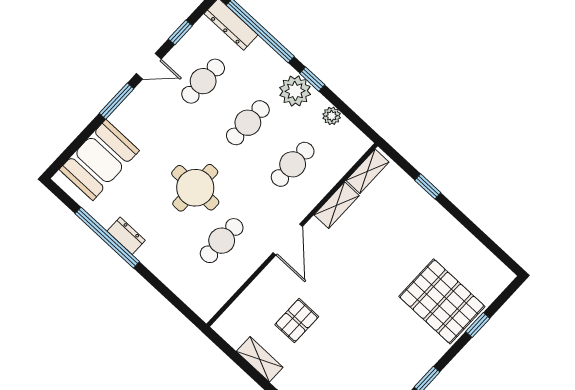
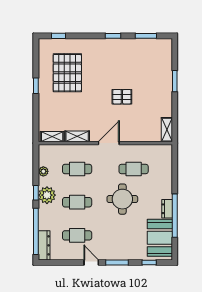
window: (180, 32) -> (149, 262), moved
booth: (99, 160) -> (160, 238), moved, turned 90
window: (428, 186) -> (36, 86), moved
pallet: (442, 301) -> (67, 73), moved
pallet: (297, 321) -> (122, 97), moved
window: (478, 325) -> (59, 36), moved
shelving: (260, 359) -> (167, 130), moved

